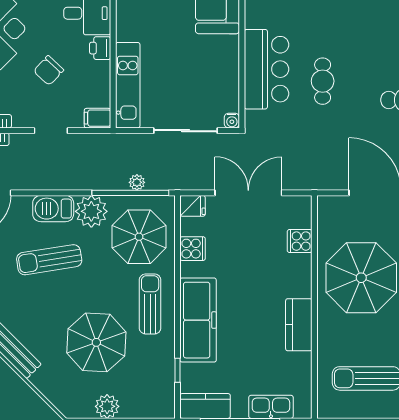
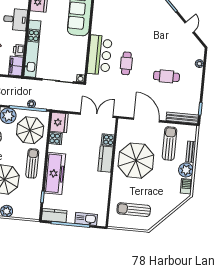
printer: (100, 48) -> (19, 50), moved
kitchen unit: (128, 85) -> (32, 49), width x1.36
filing cabinet: (97, 118) -> (16, 66), width x2.00
double door: (248, 193) -> (97, 115), moved
fridge: (193, 206) -> (59, 122), width x1.88, depth x1.34
kitchen counter: (299, 325) -> (106, 159), moved

